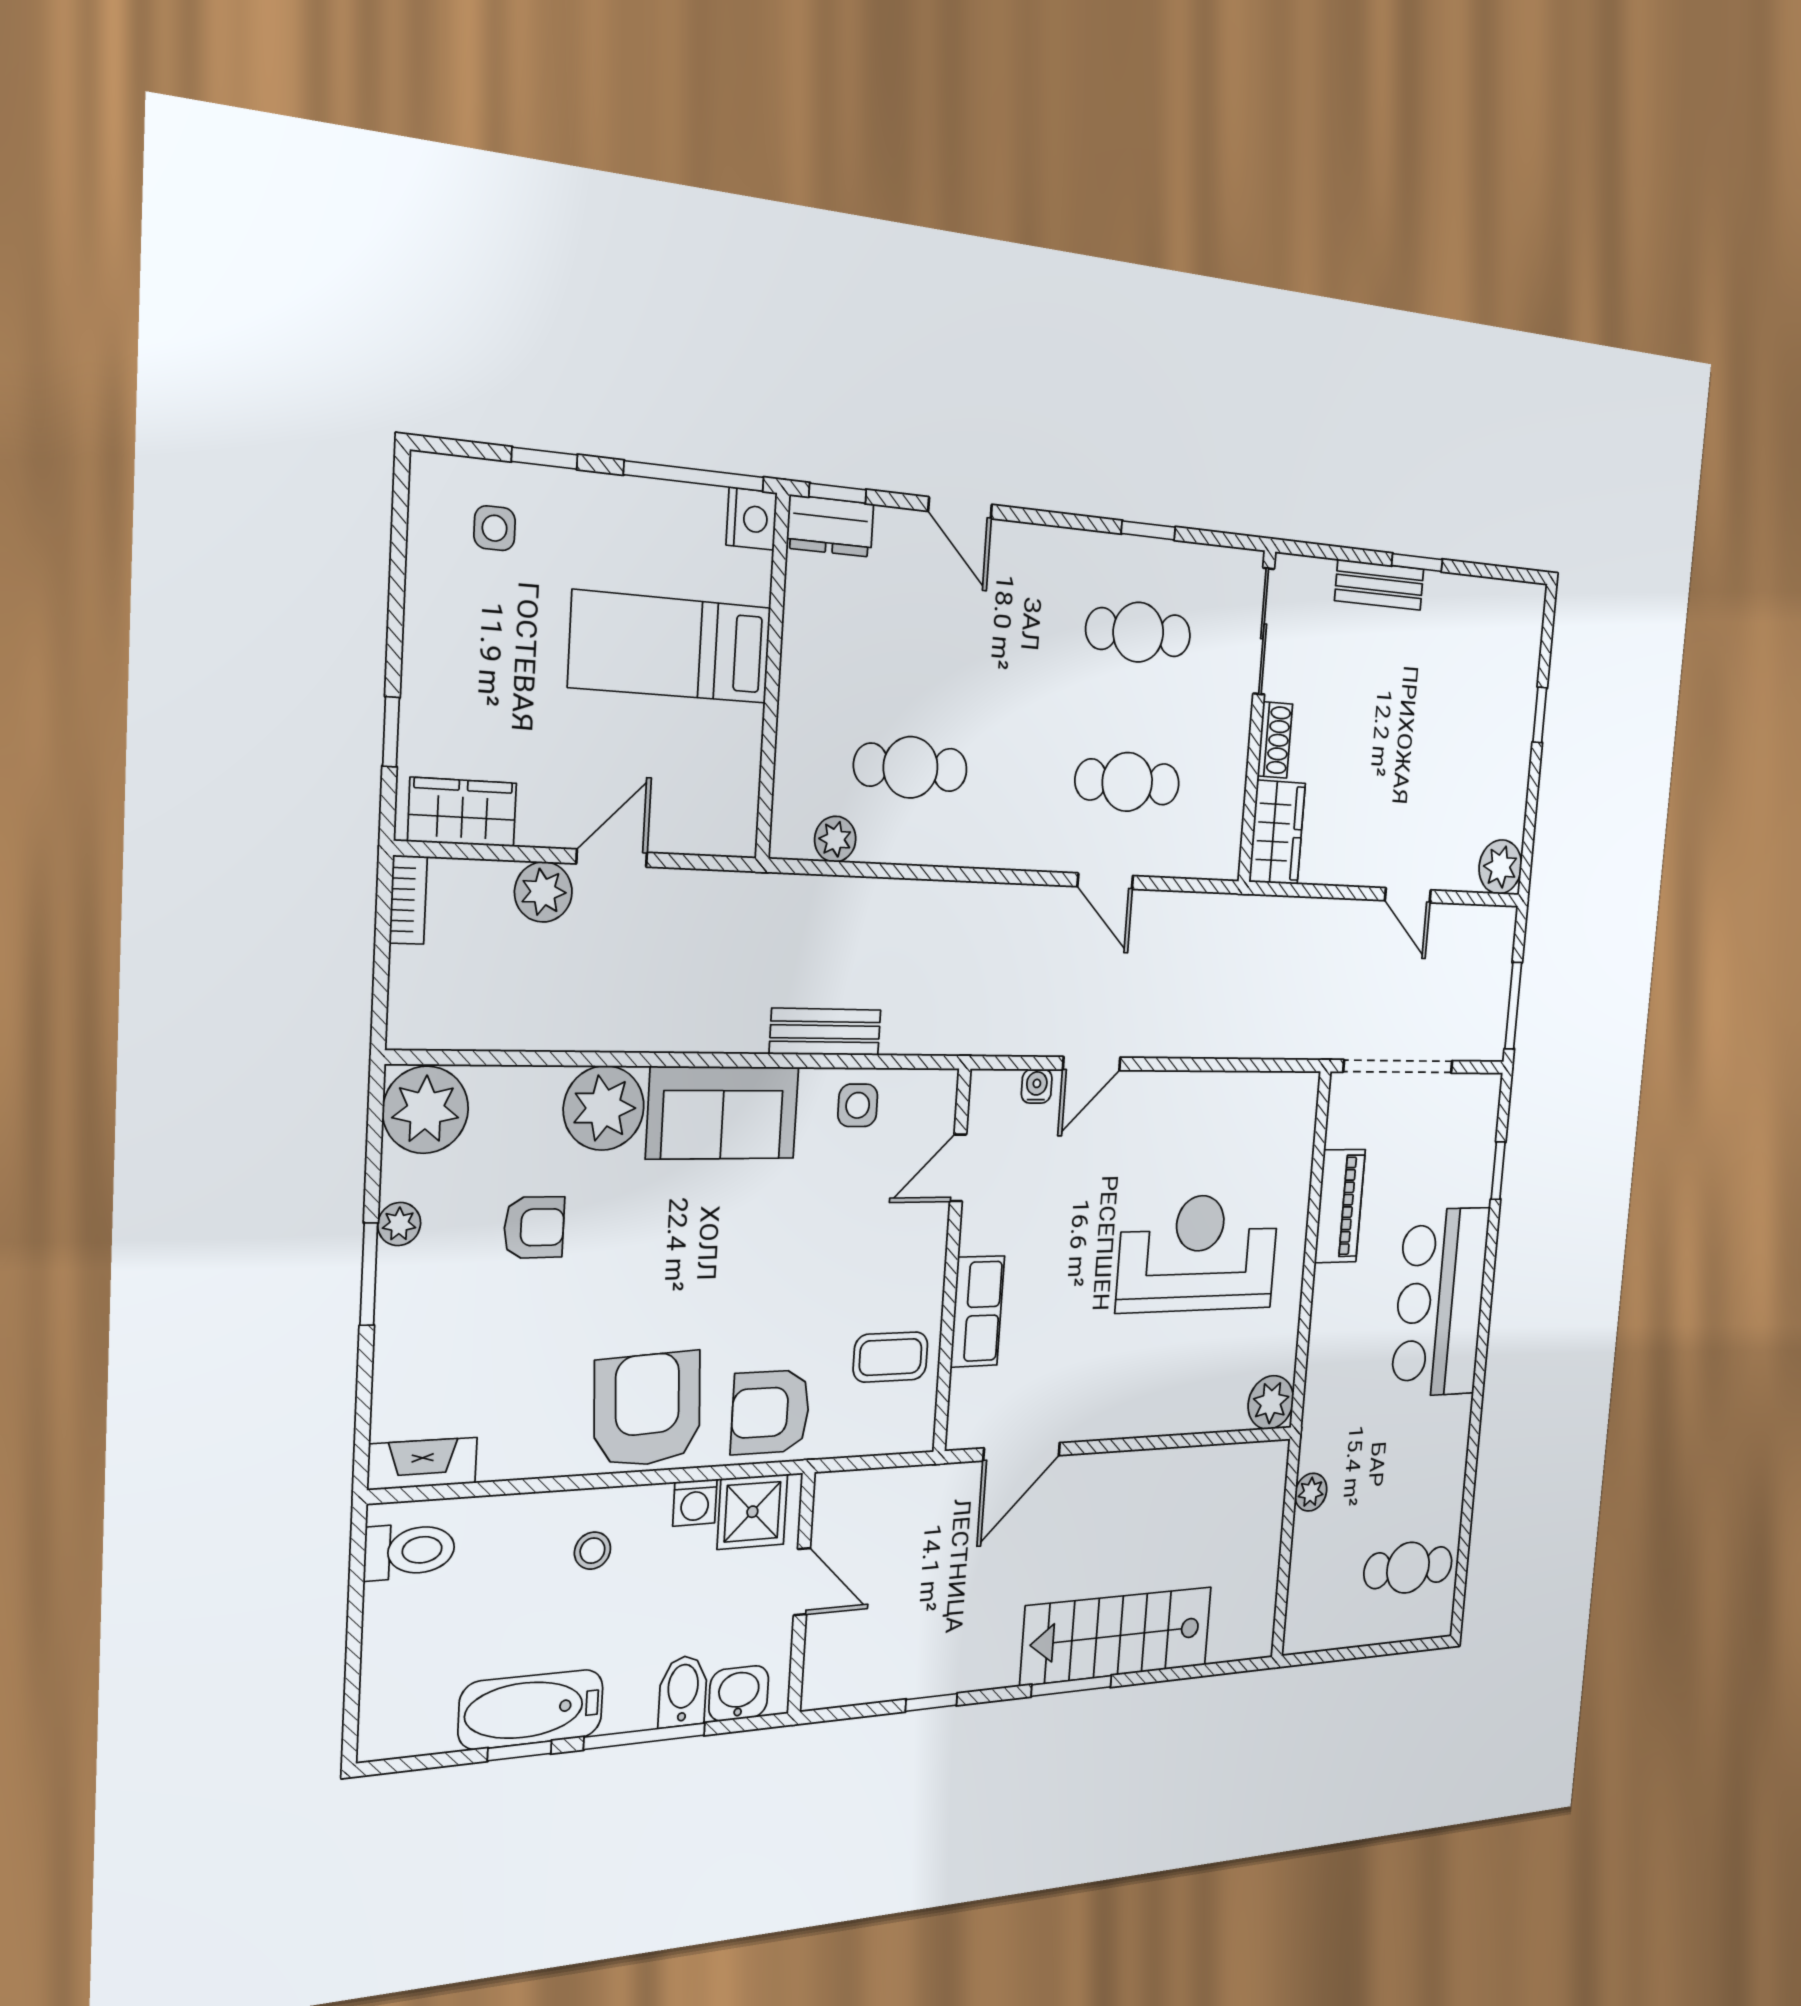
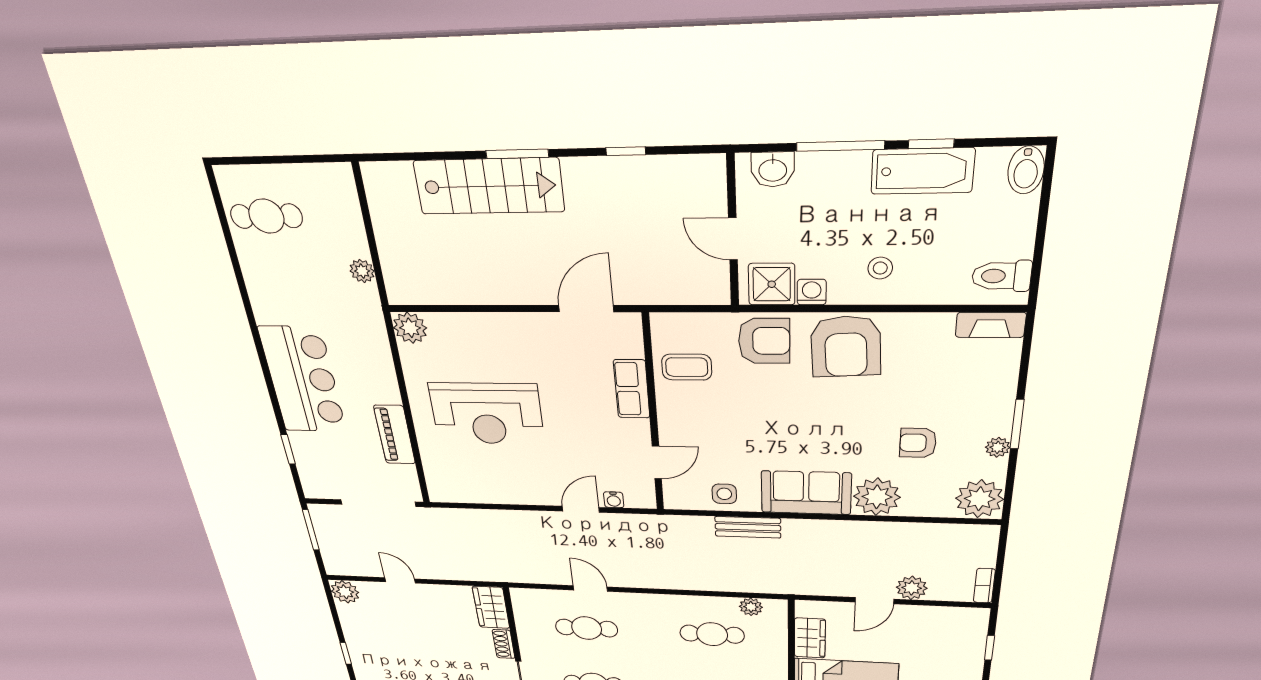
wardrobe: (462, 812) -> (810, 638), moved, turned -90
bidet: (683, 1691) -> (1026, 170), moved

